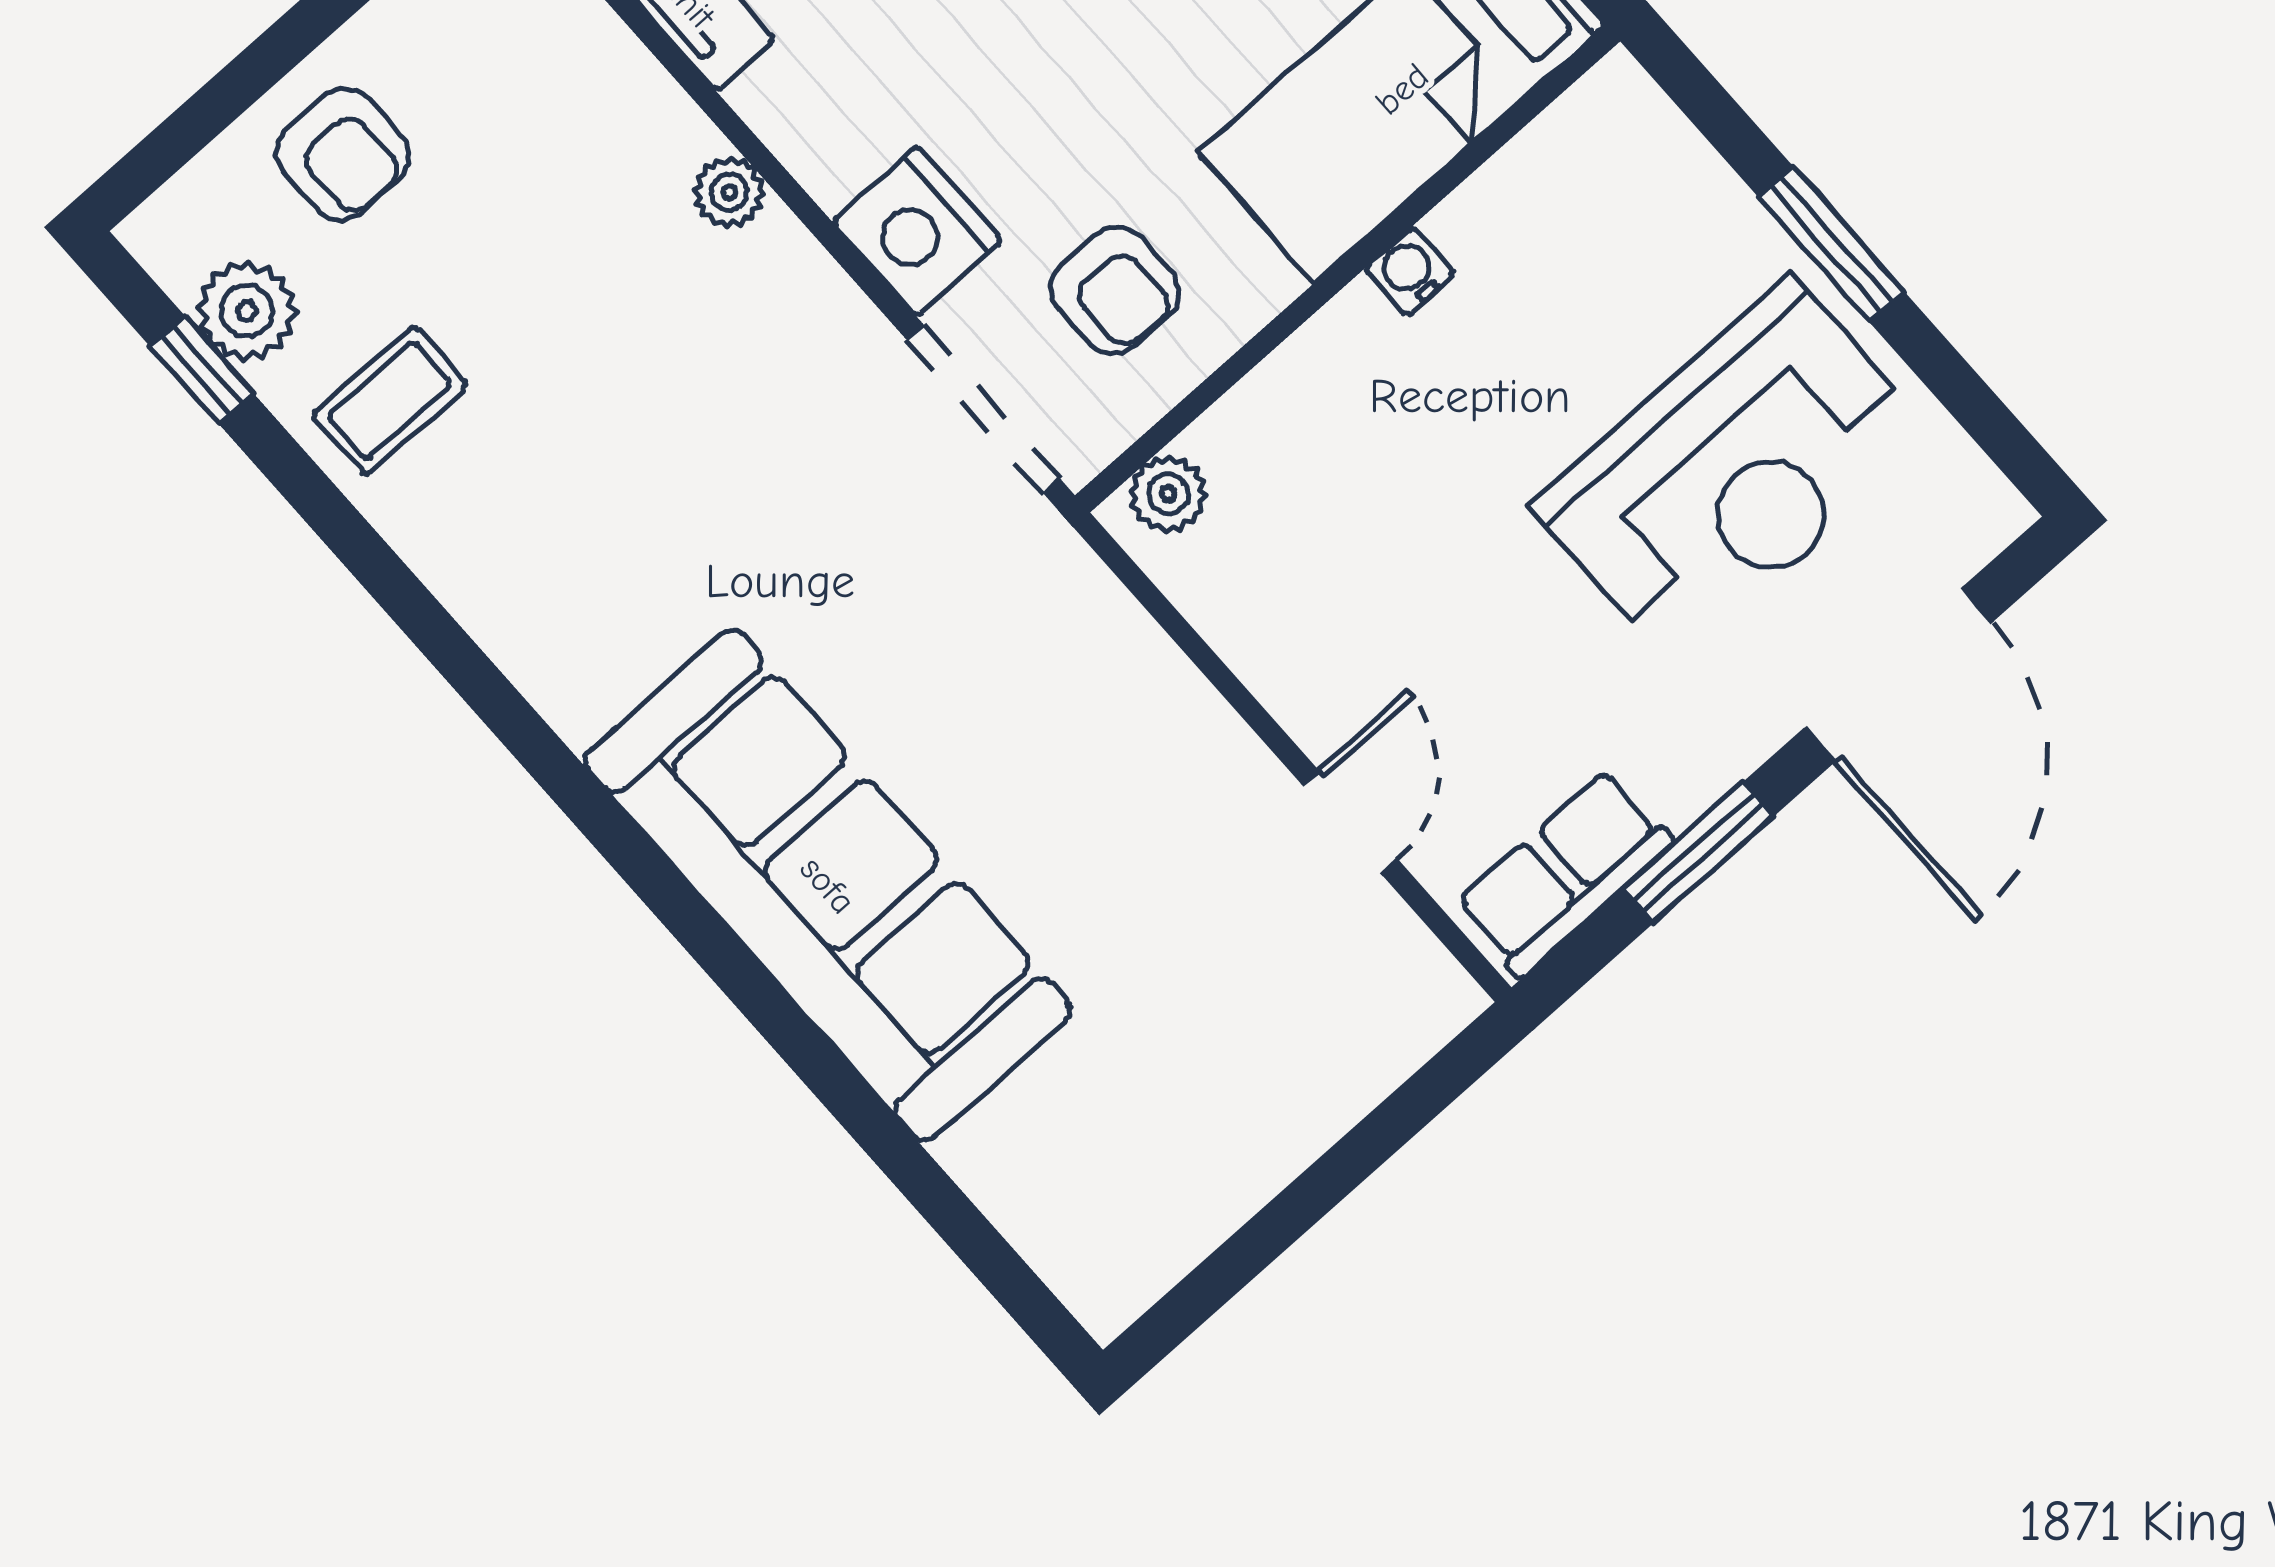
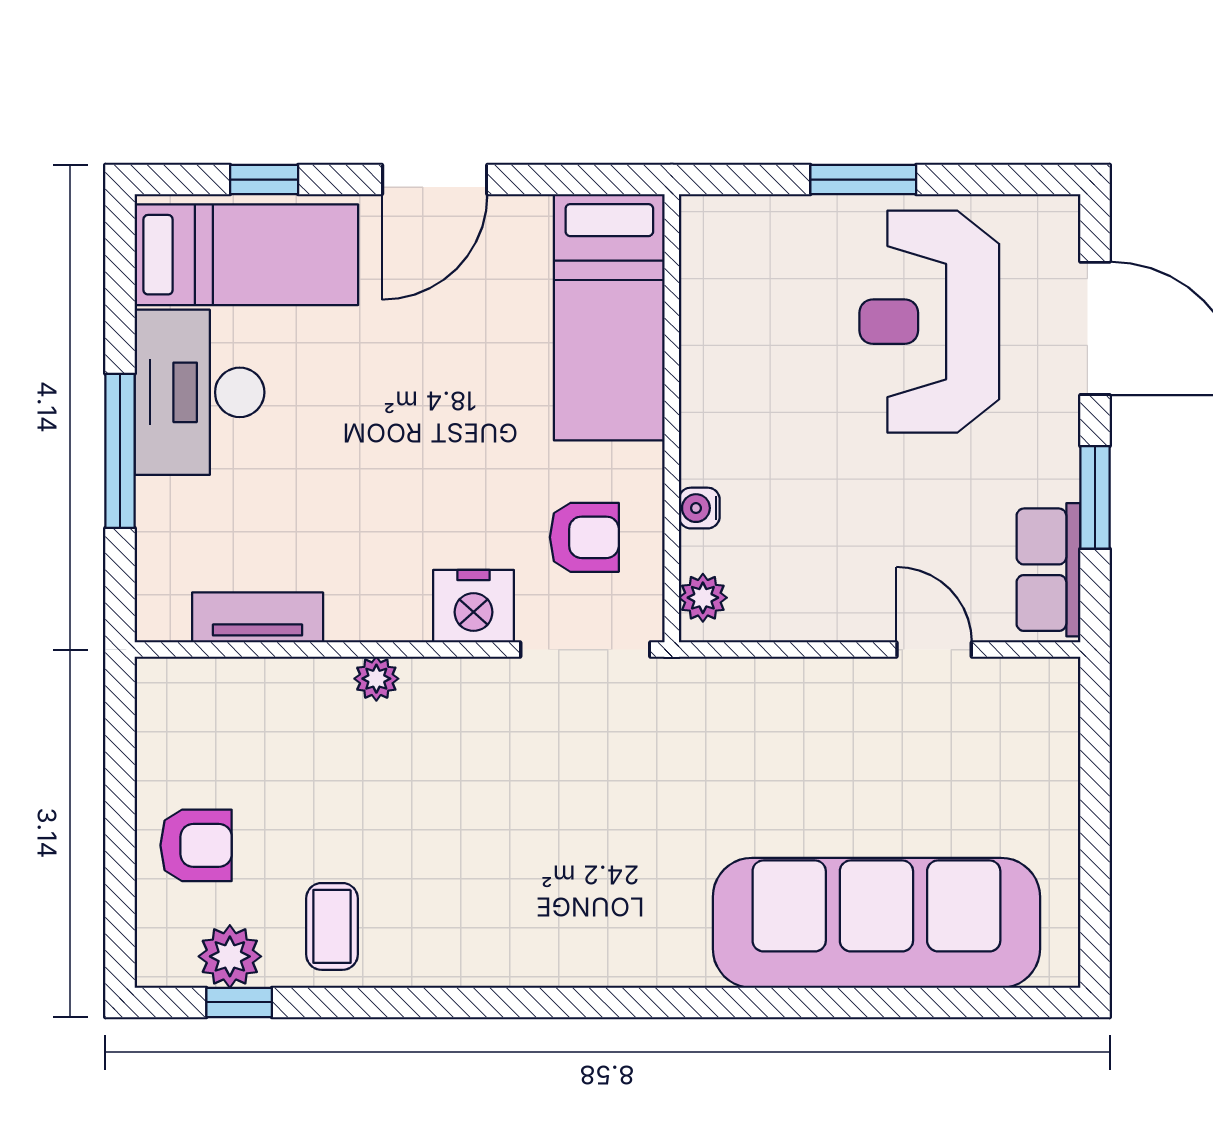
water cooler: (1410, 271) -> (699, 508), moved
reception desk: (1733, 472) -> (929, 322), turned 180
sofa: (828, 885) -> (876, 923), moved

